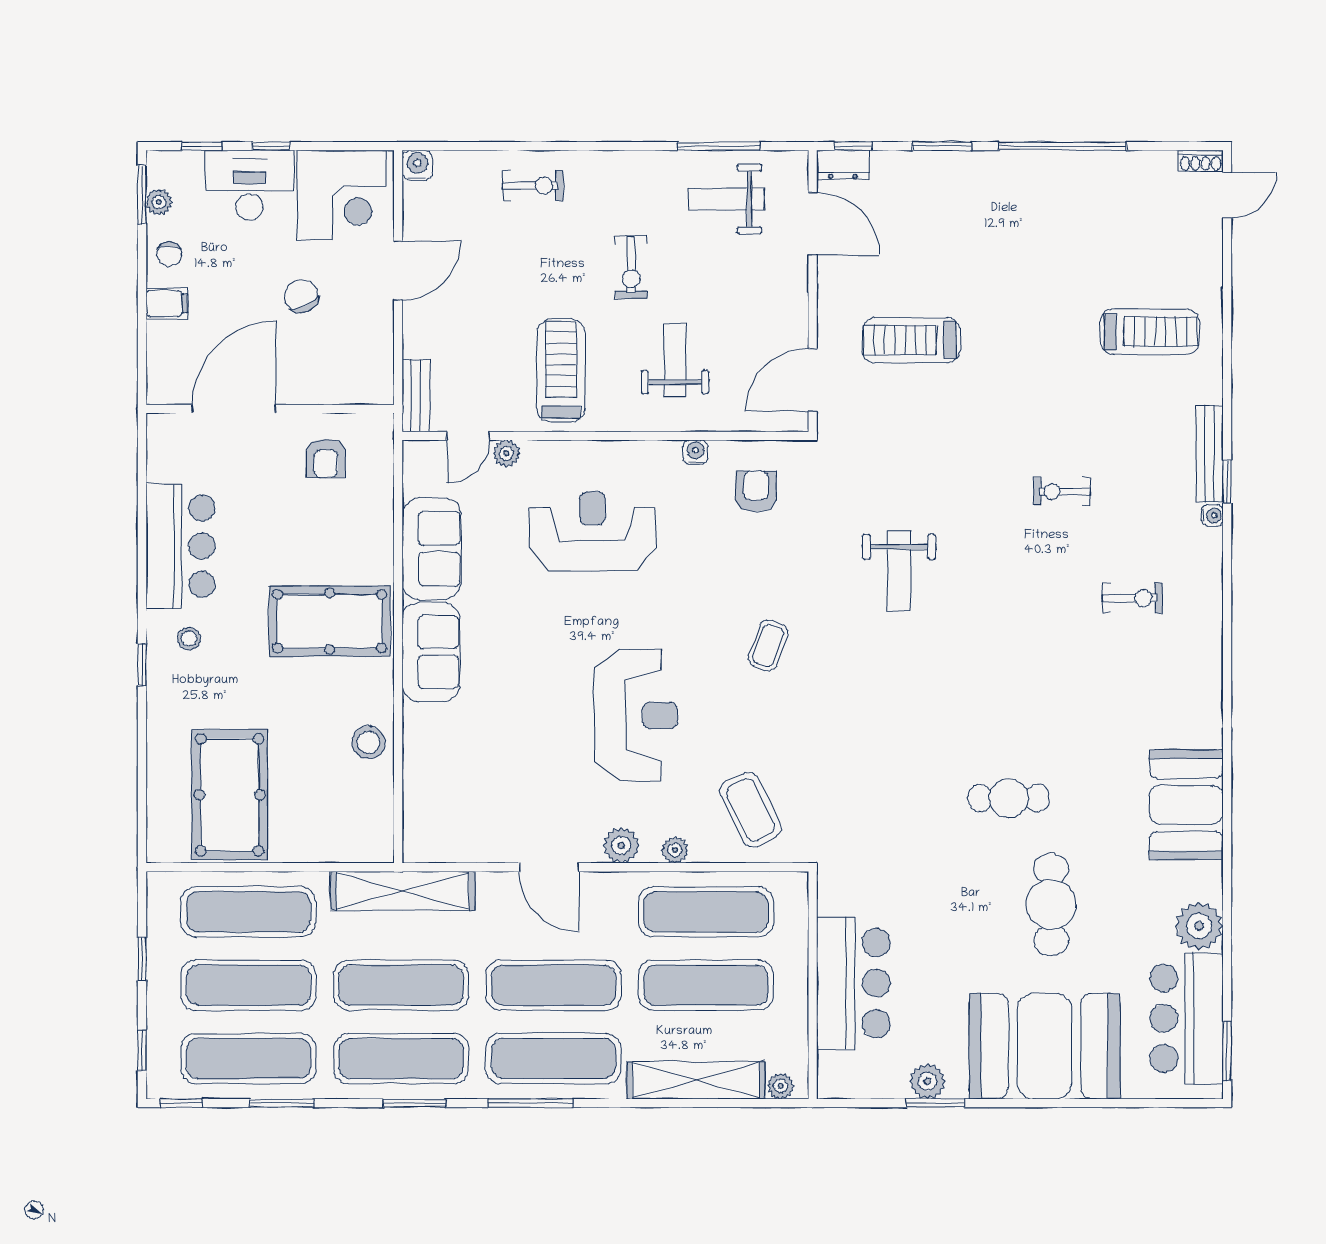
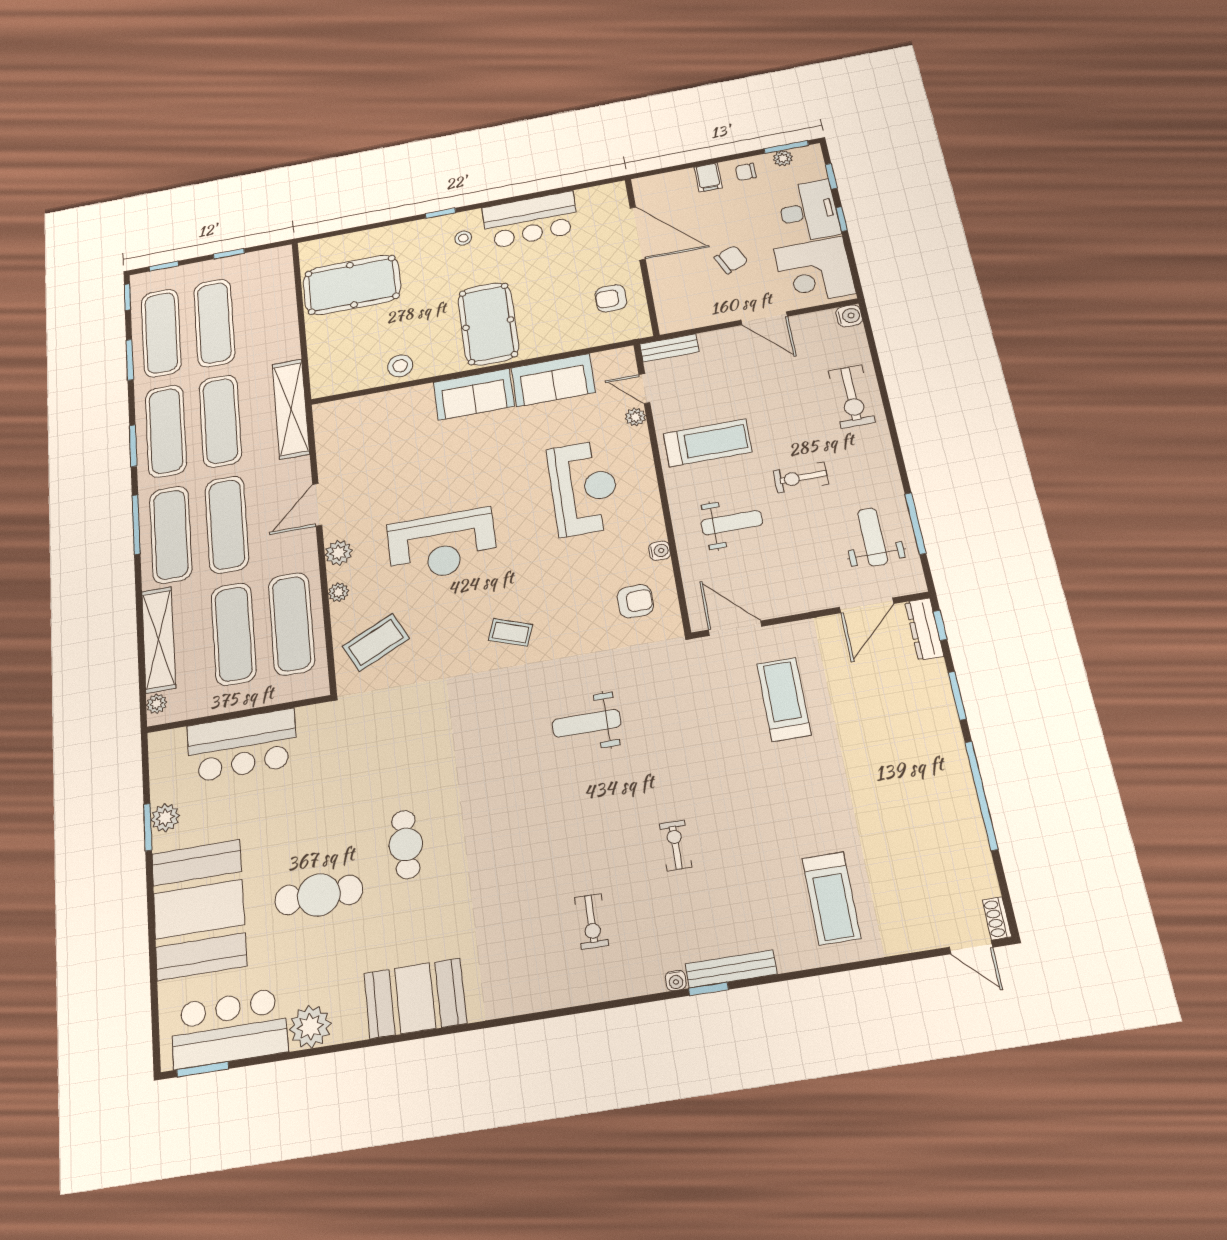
dresser: (843, 165) -> (924, 629), width x1.44
exercise bike: (533, 185) -> (852, 397), width x1.38, depth x1.39
exercise mat: (249, 912) -> (268, 313), removed

